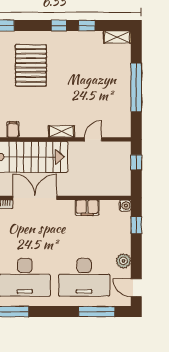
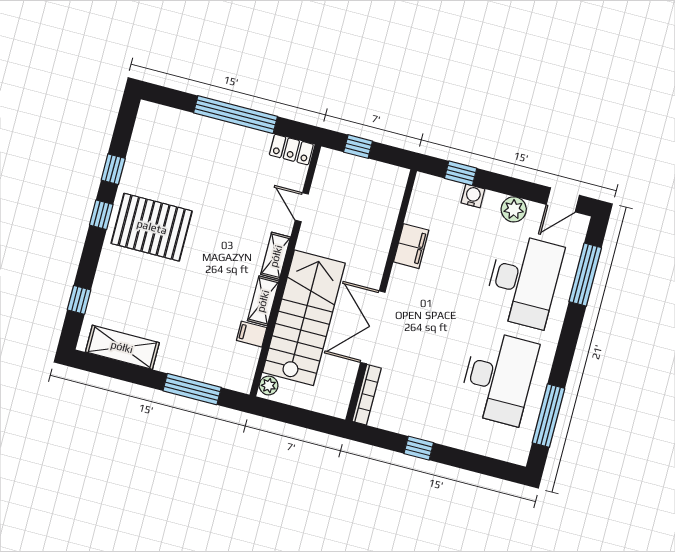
shelving: (117, 37) -> (263, 301), moved
pallet: (31, 65) -> (152, 227), moved
locker: (125, 125) -> (291, 150), added
water cooler: (125, 206) -> (473, 196), moved

